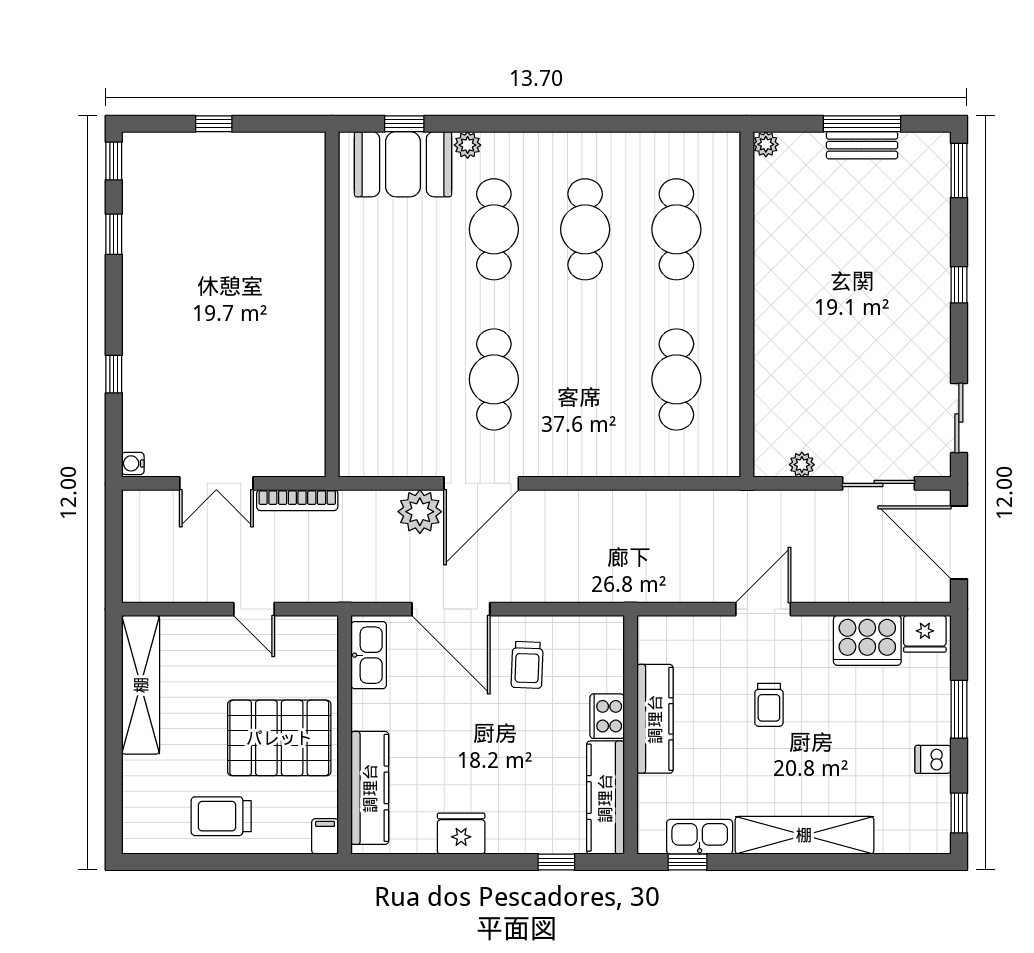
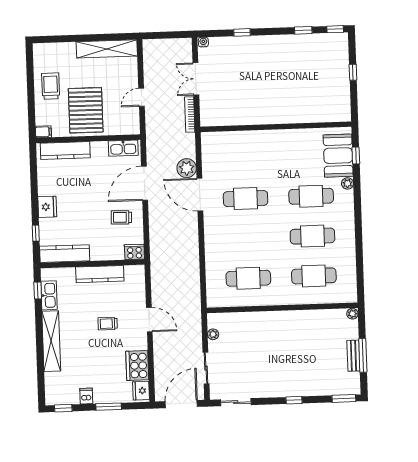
cooker: (607, 716) -> (134, 252), moved
fridge: (461, 834) -> (47, 207), moved

